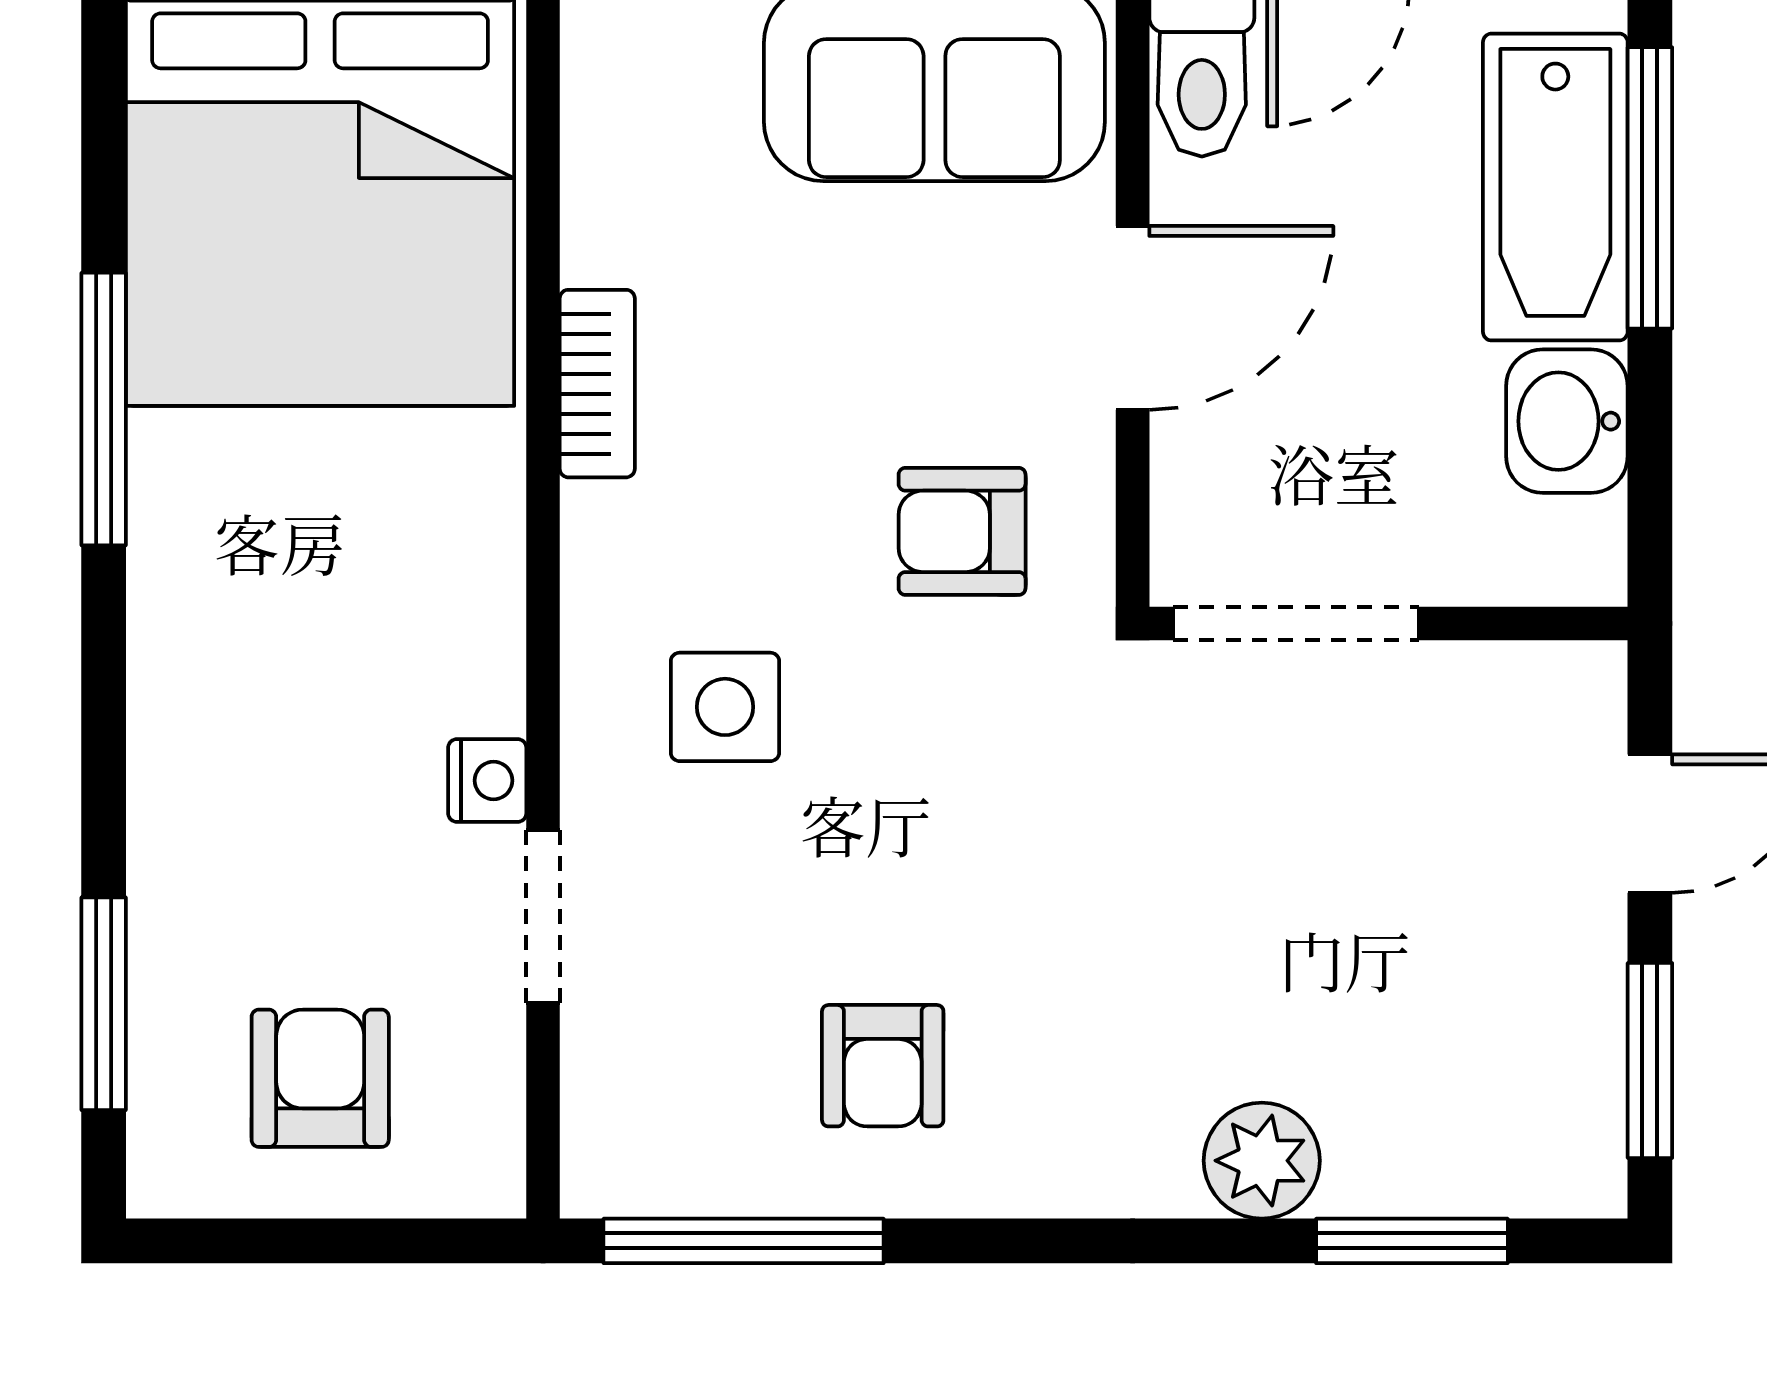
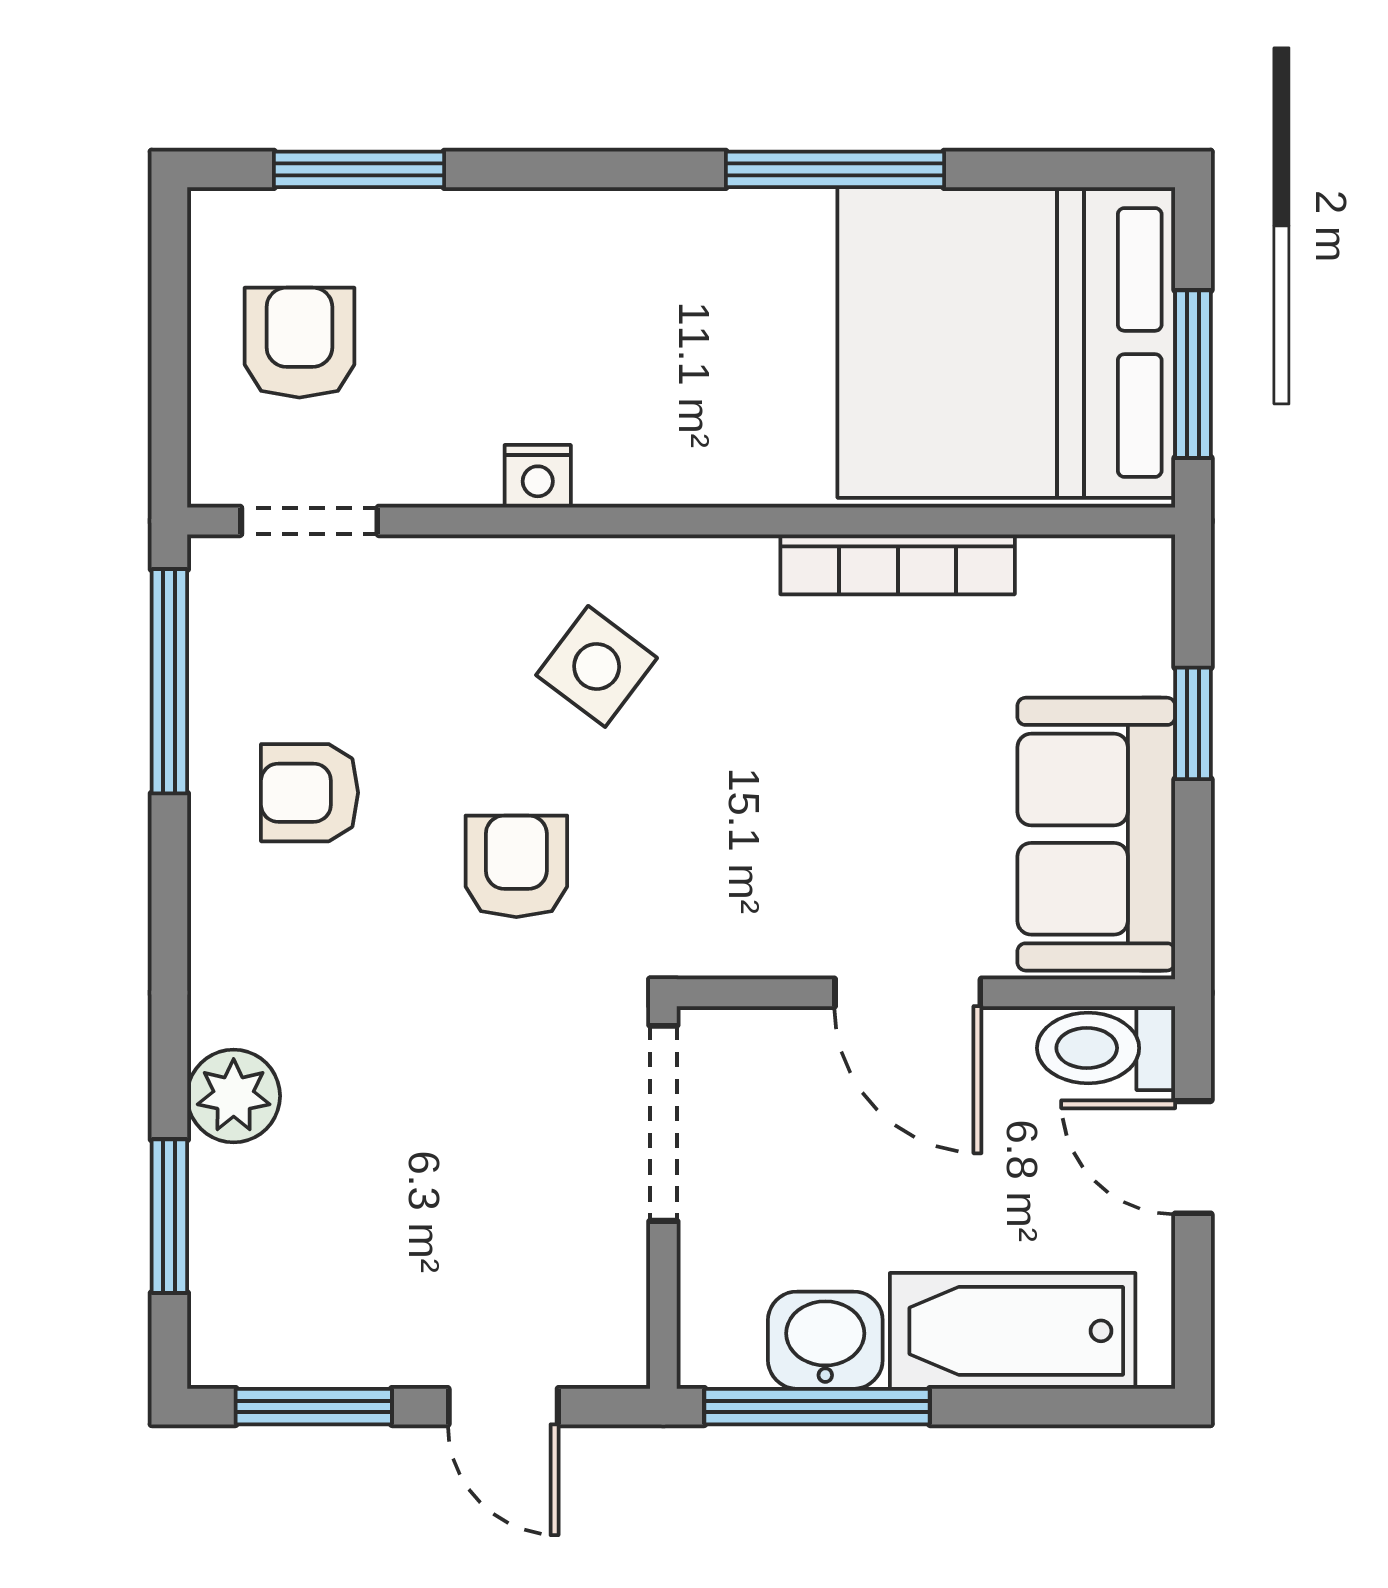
window: (1650, 188) -> (817, 1407), moved
bookcase: (597, 384) -> (898, 564), width x1.56
armchair: (962, 531) -> (516, 866), moved
side table: (725, 707) -> (597, 666), turned 37
doorway: (543, 916) -> (309, 521), moved
armchair: (320, 1078) -> (299, 343), turned -90

